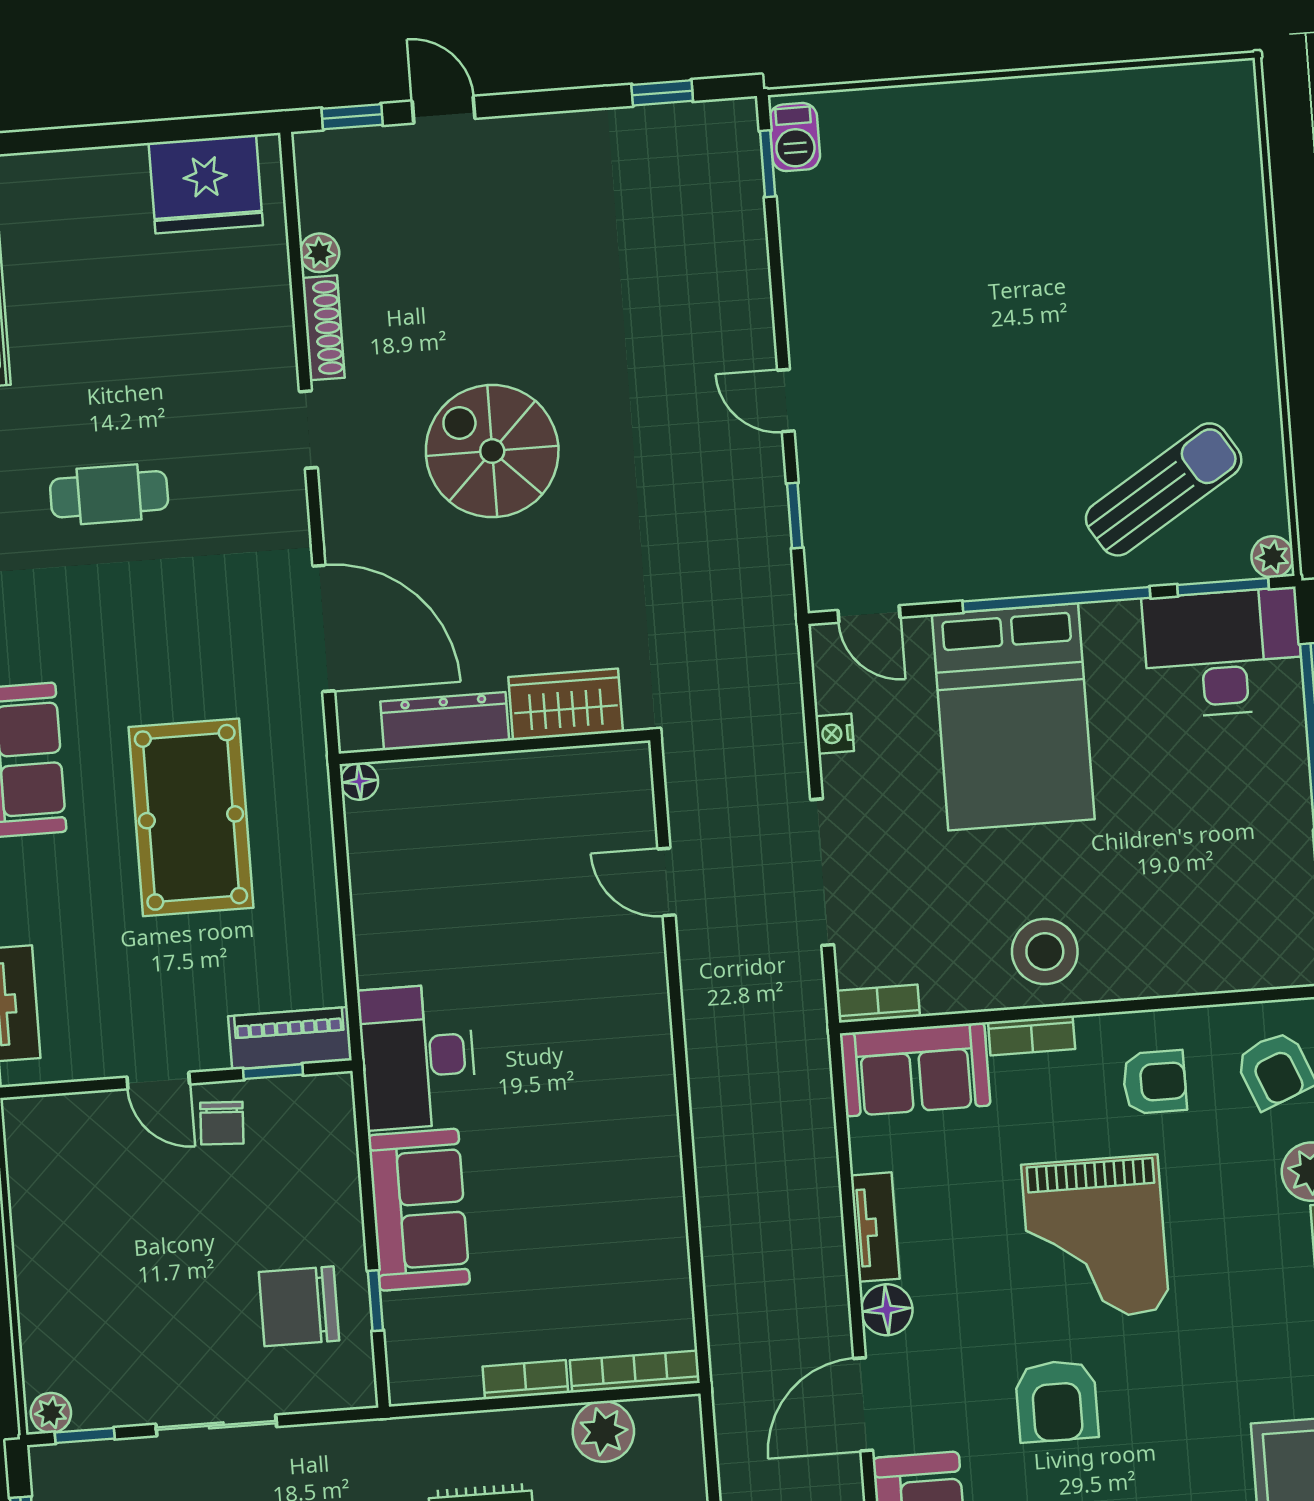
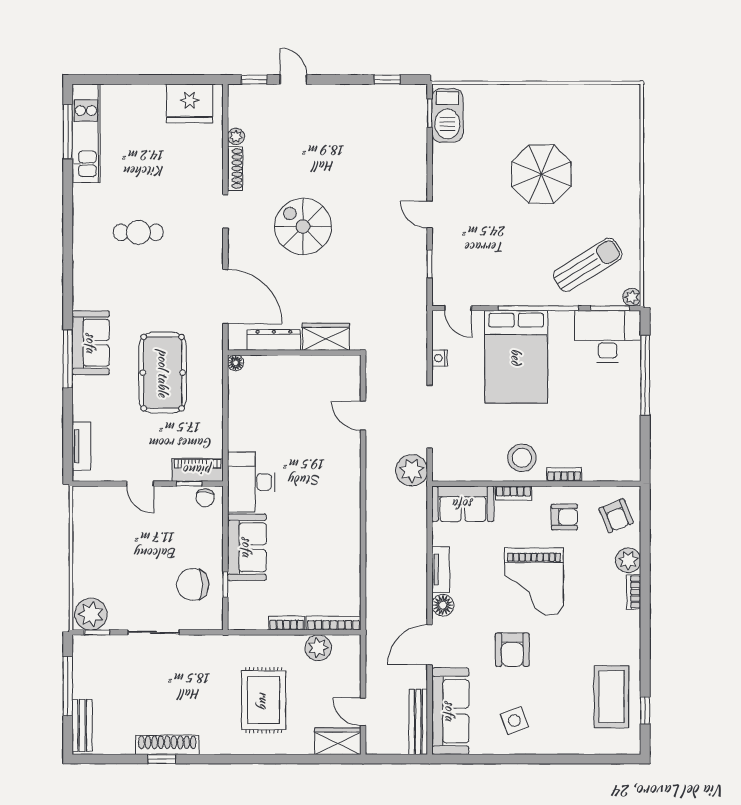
barbecue: (795, 137) -> (447, 115), width x1.88, depth x1.53
parasol: (1039, 286) -> (541, 174), added
plant: (790, 1001) -> (412, 470), added
bookcase: (878, 1004) -> (564, 475), moved
chair: (222, 1123) -> (205, 498), moved
plant: (51, 1413) -> (91, 614), width x1.88, depth x1.88

